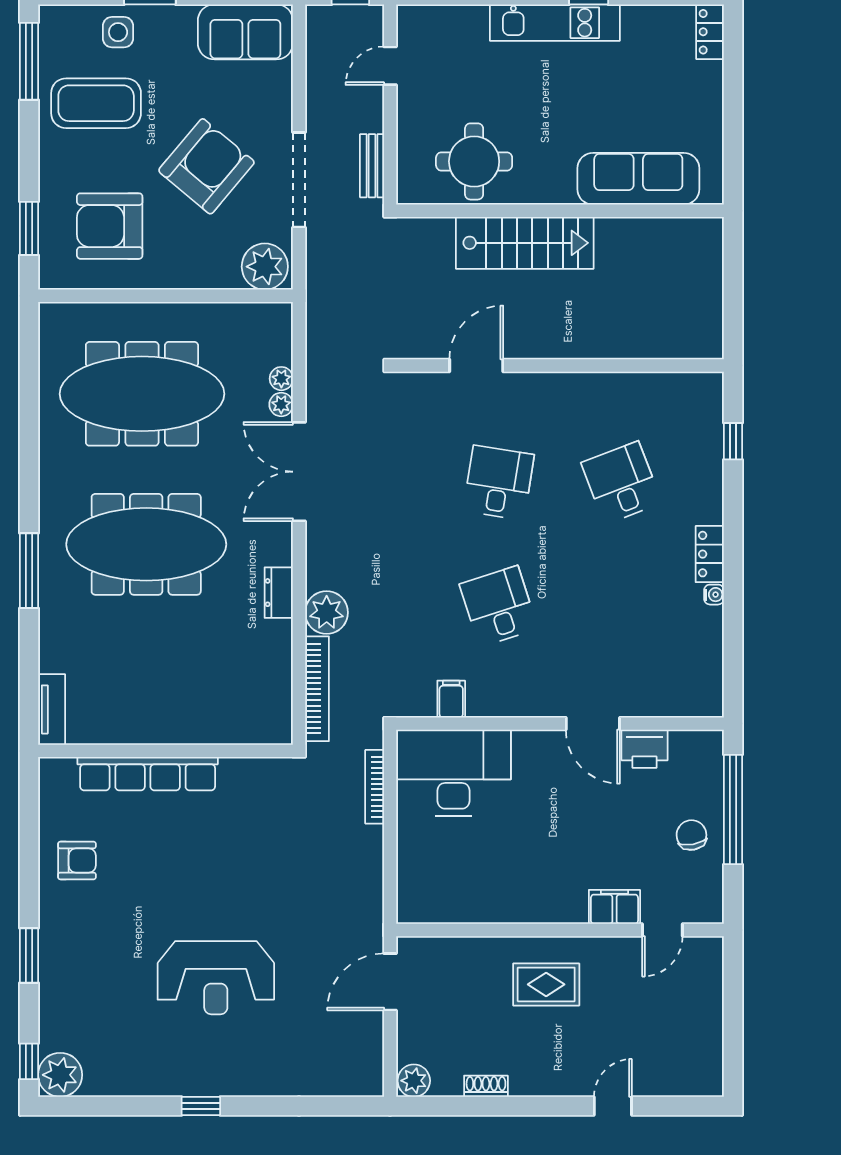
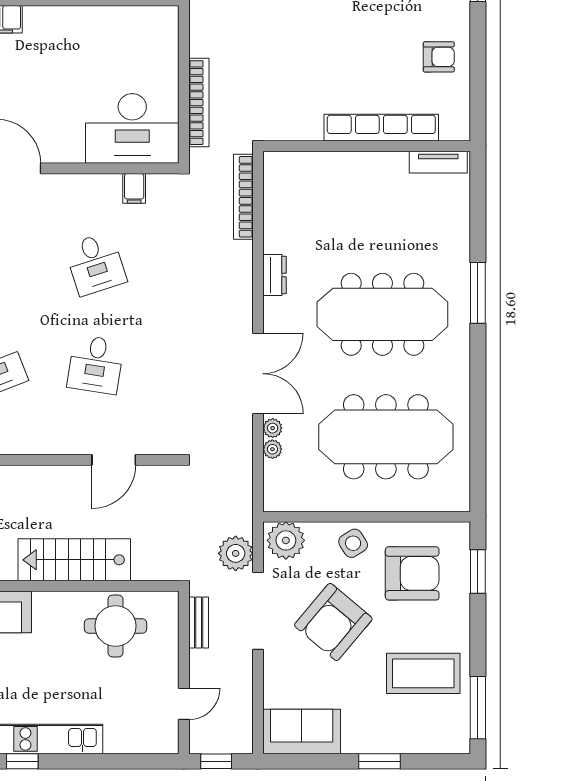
side table: (118, 32) -> (353, 543), moved, turned -32
plant: (327, 613) -> (236, 553), moved
tv unit: (52, 709) -> (438, 162), moved, turned -90
bookcase: (375, 787) -> (199, 103), width x1.48, depth x1.31
armchair: (77, 860) -> (439, 57), turned 180

